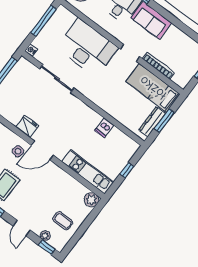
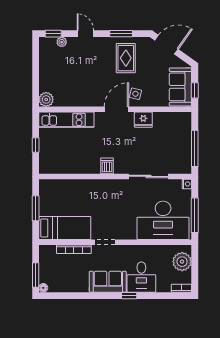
desk: (87, 48) -> (163, 220), moved
dresser: (152, 122) -> (45, 200), removed
dishwasher: (104, 128) -> (107, 166), moved
coffee table: (63, 221) -> (56, 65), removed

